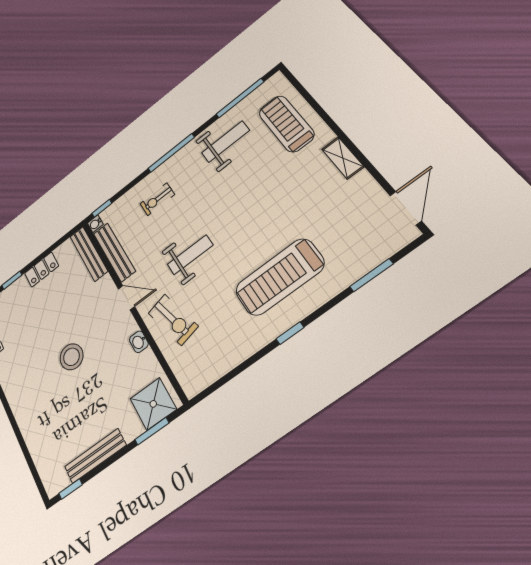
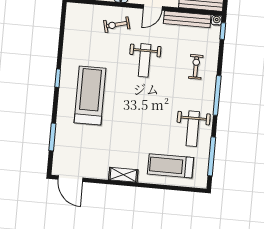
treadmill: (286, 124) -> (170, 166), turned 180
exercise bike: (173, 320) -> (117, 25), width x0.73, depth x0.72

